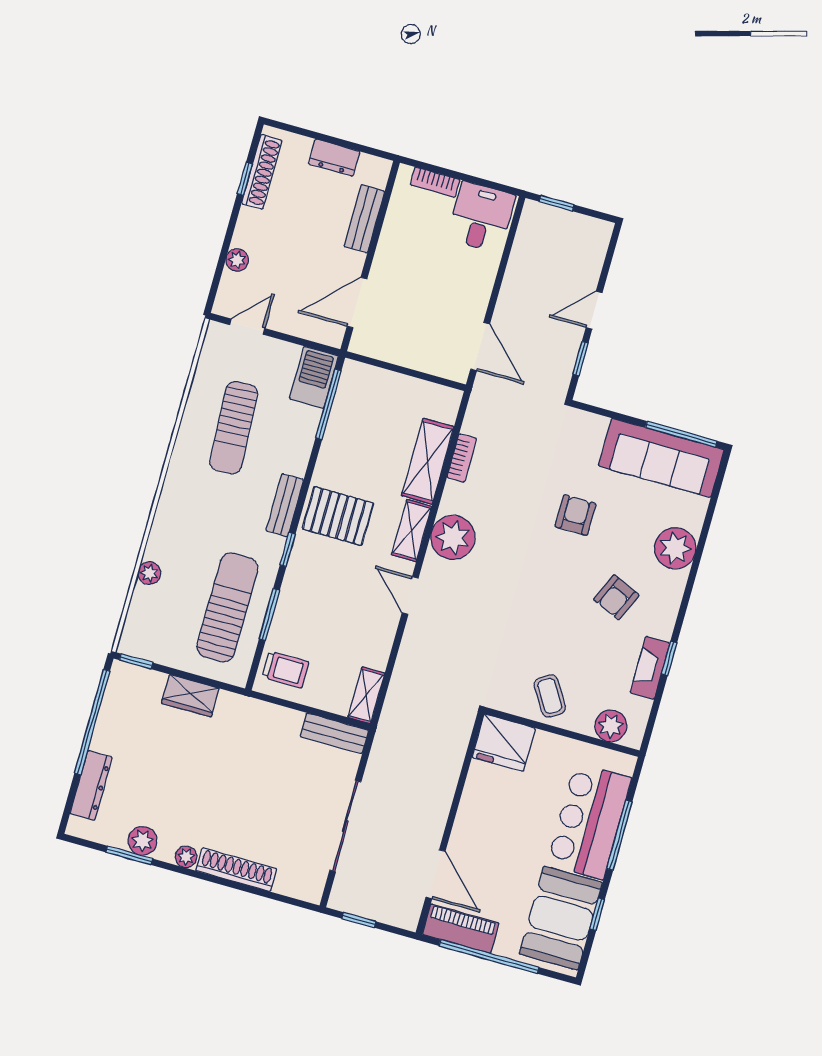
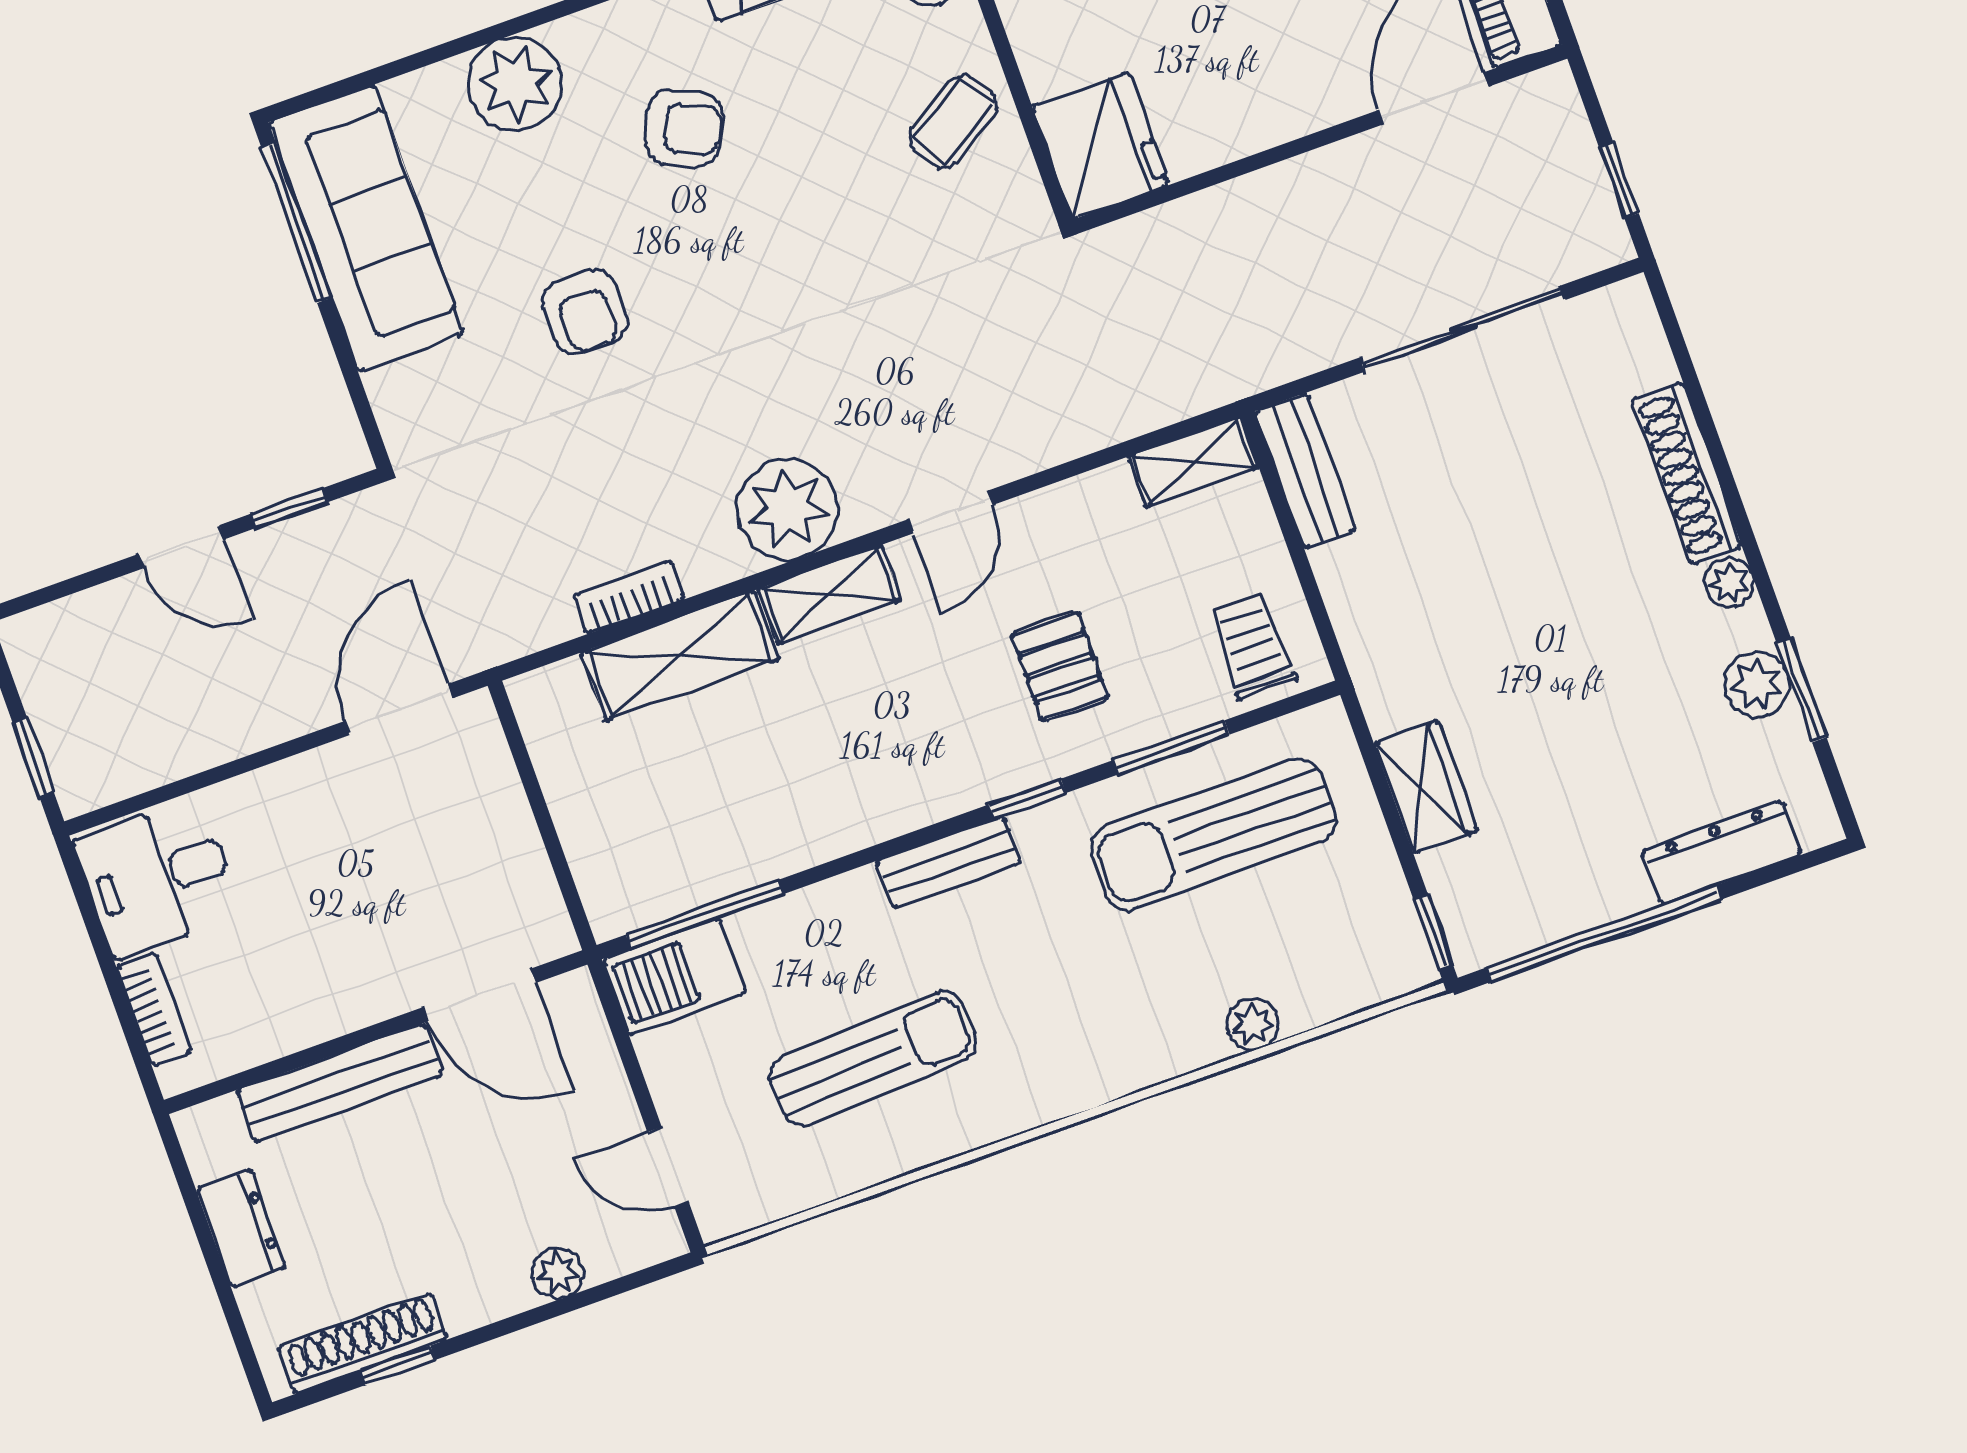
bench: (364, 219) -> (339, 1083), width x1.36
armchair: (576, 515) -> (585, 312), turned -90
pallet: (338, 516) -> (1060, 666), moved, width x0.67, depth x0.71

